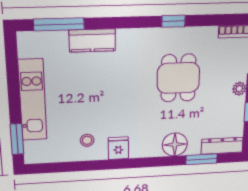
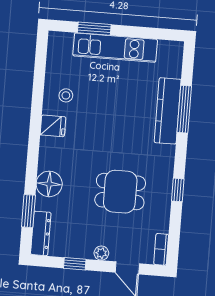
window: (59, 24) -> (184, 109), moved
kitchen counter: (92, 40) -> (168, 111), width x1.50
window: (17, 139) -> (94, 29), moved

